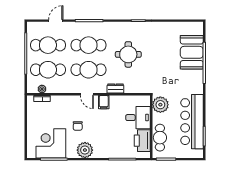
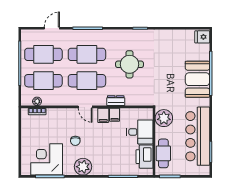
fridge: (196, 29) -> (202, 37), added
booth: (192, 52) -> (197, 79), moved
filing cabinet: (114, 101) -> (115, 115), added

